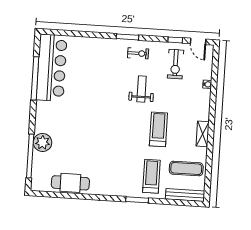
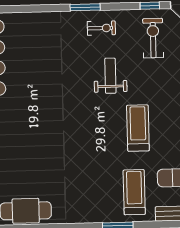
exercise bike: (175, 64) -> (153, 38), turned 180

